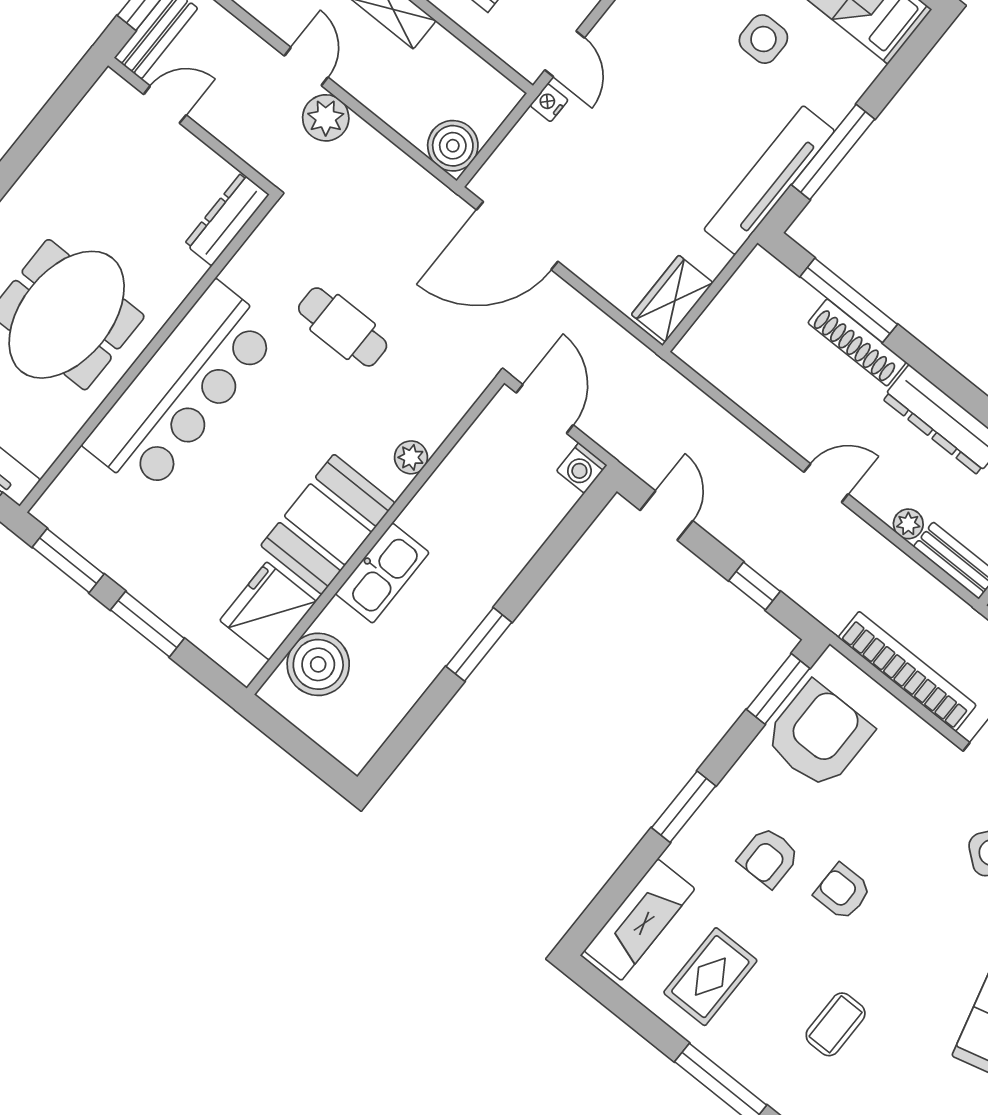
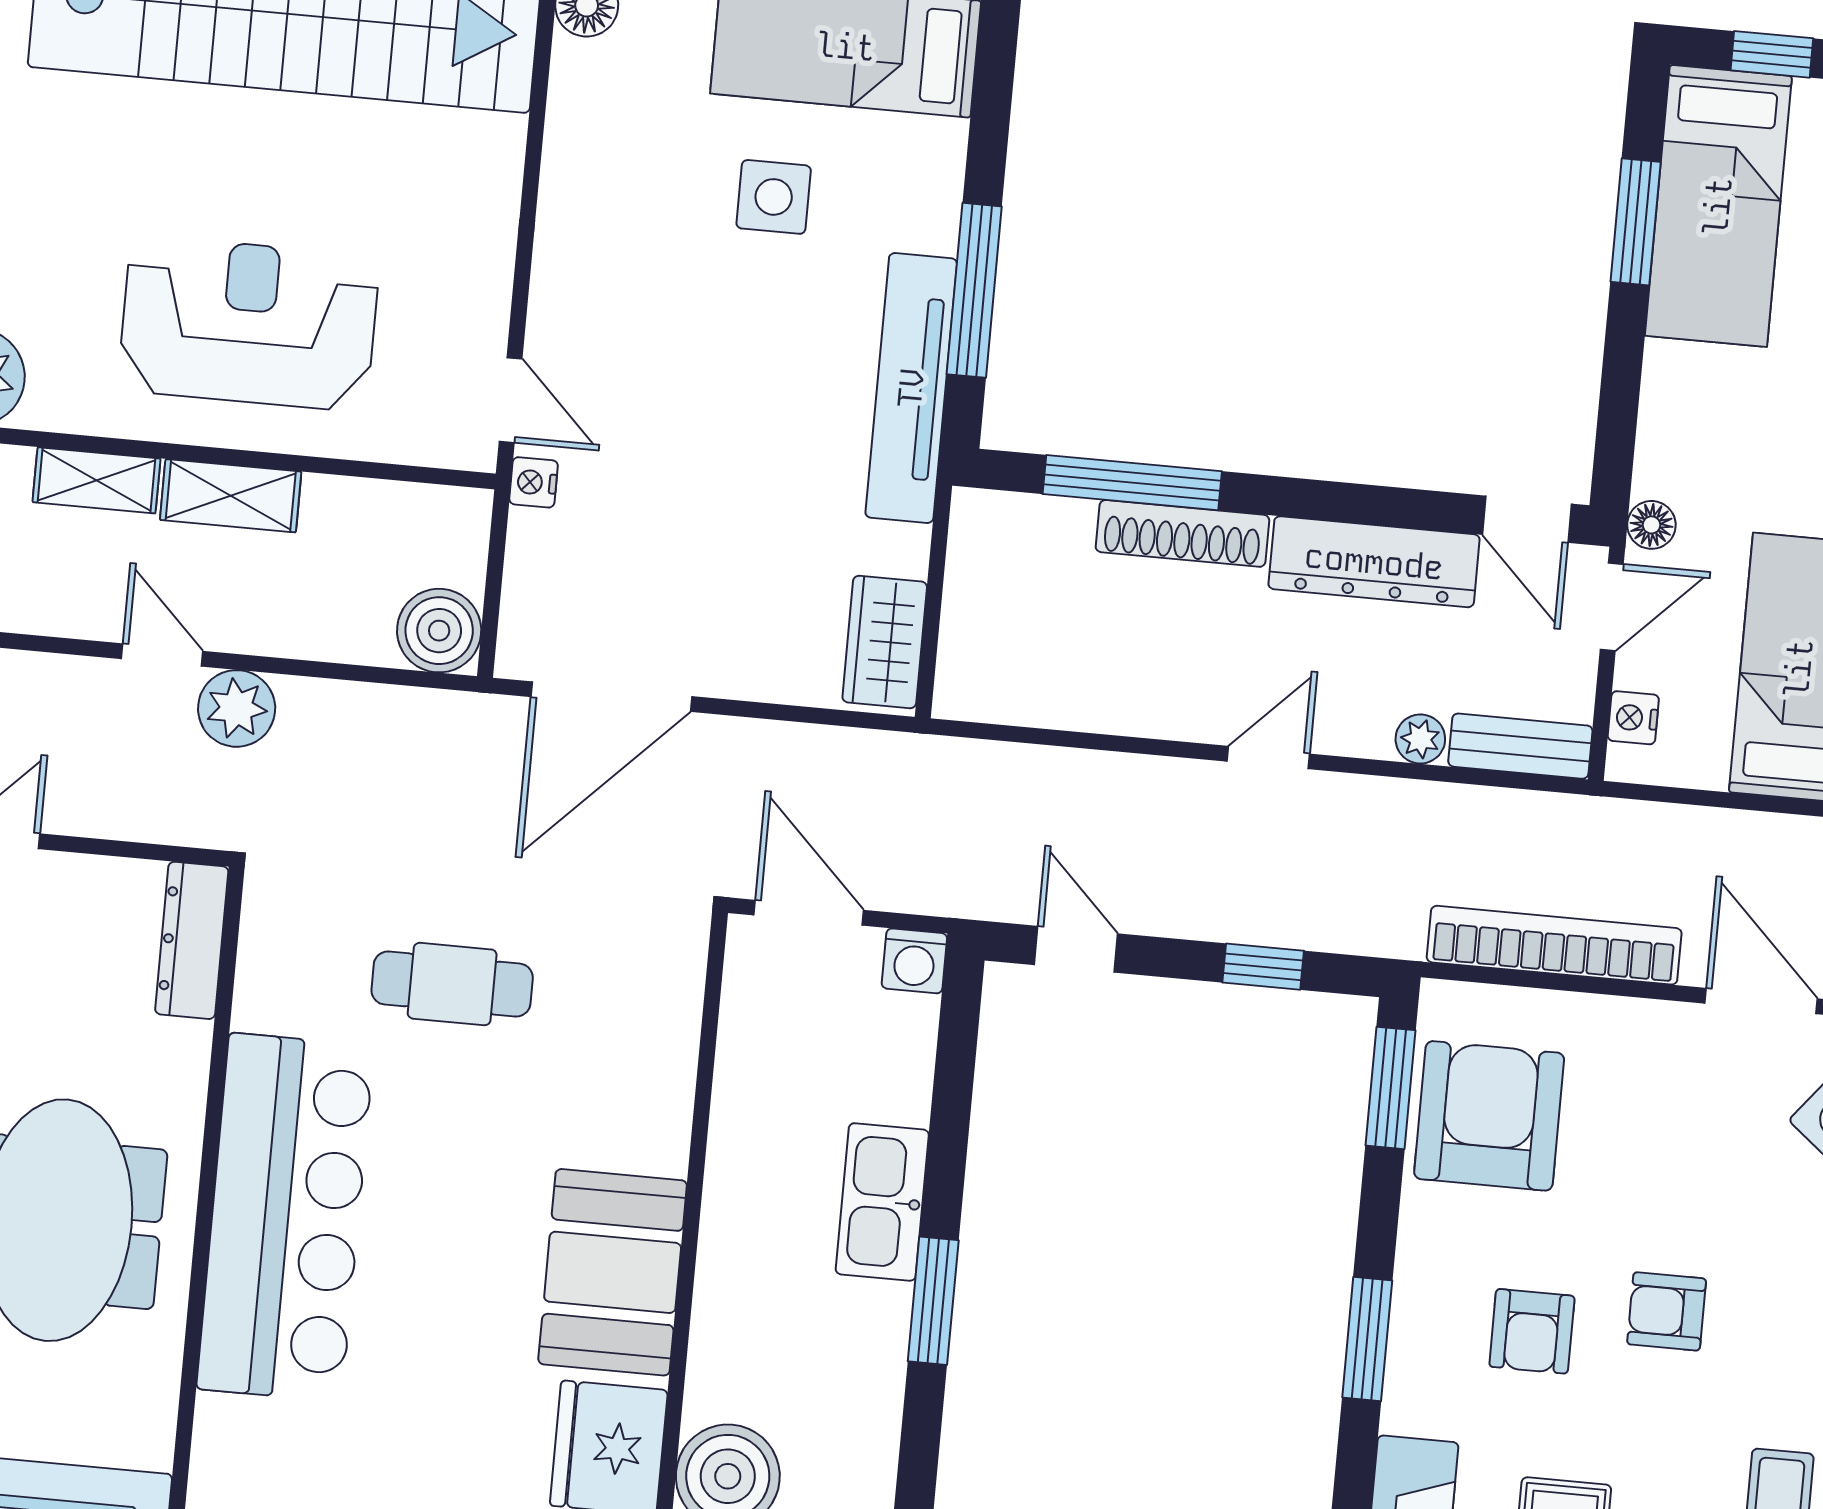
plant: (411, 457) -> (667, 1103), removed
kitchen sink: (382, 573) -> (882, 1202), moved, turned 180

